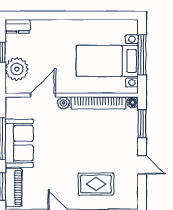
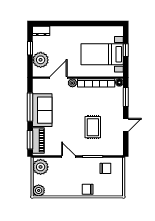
window: (142, 55) -> (126, 50), width x0.46
door: (142, 165) -> (126, 125), hinge flipped
rug: (96, 184) -> (93, 127), moved, turned 90

